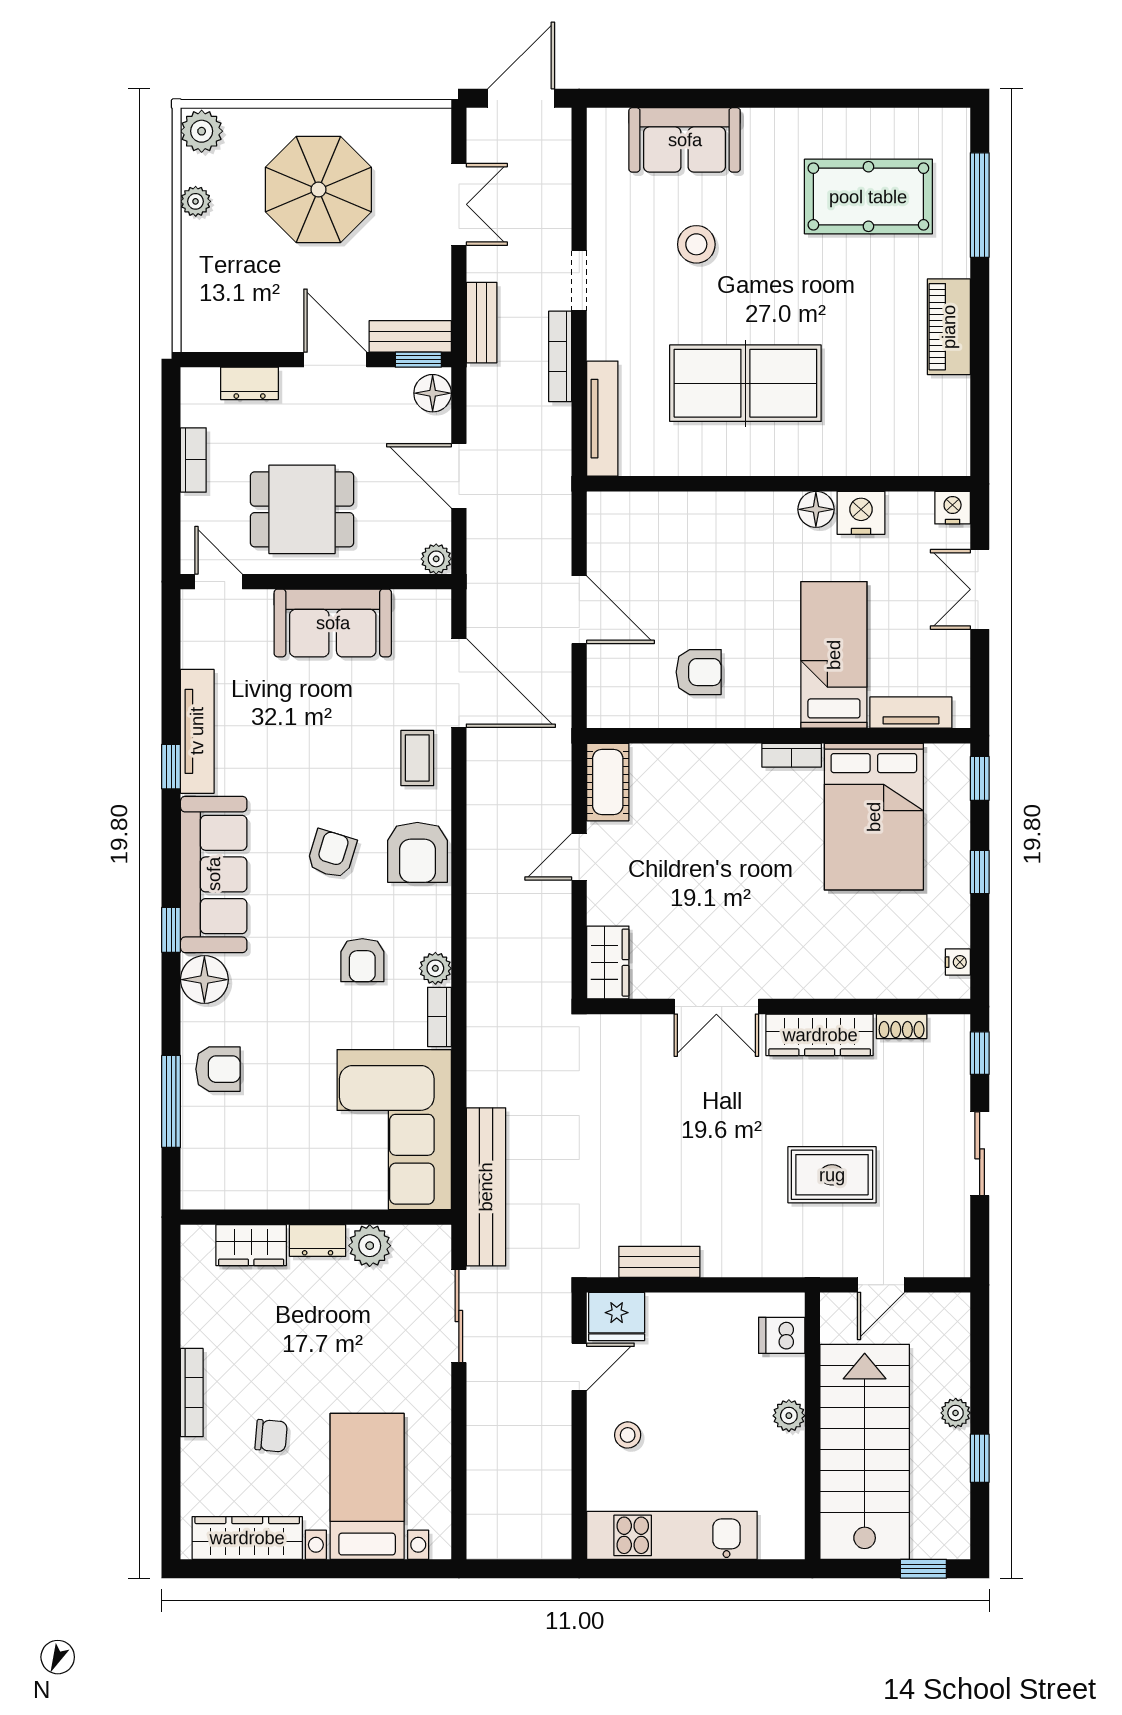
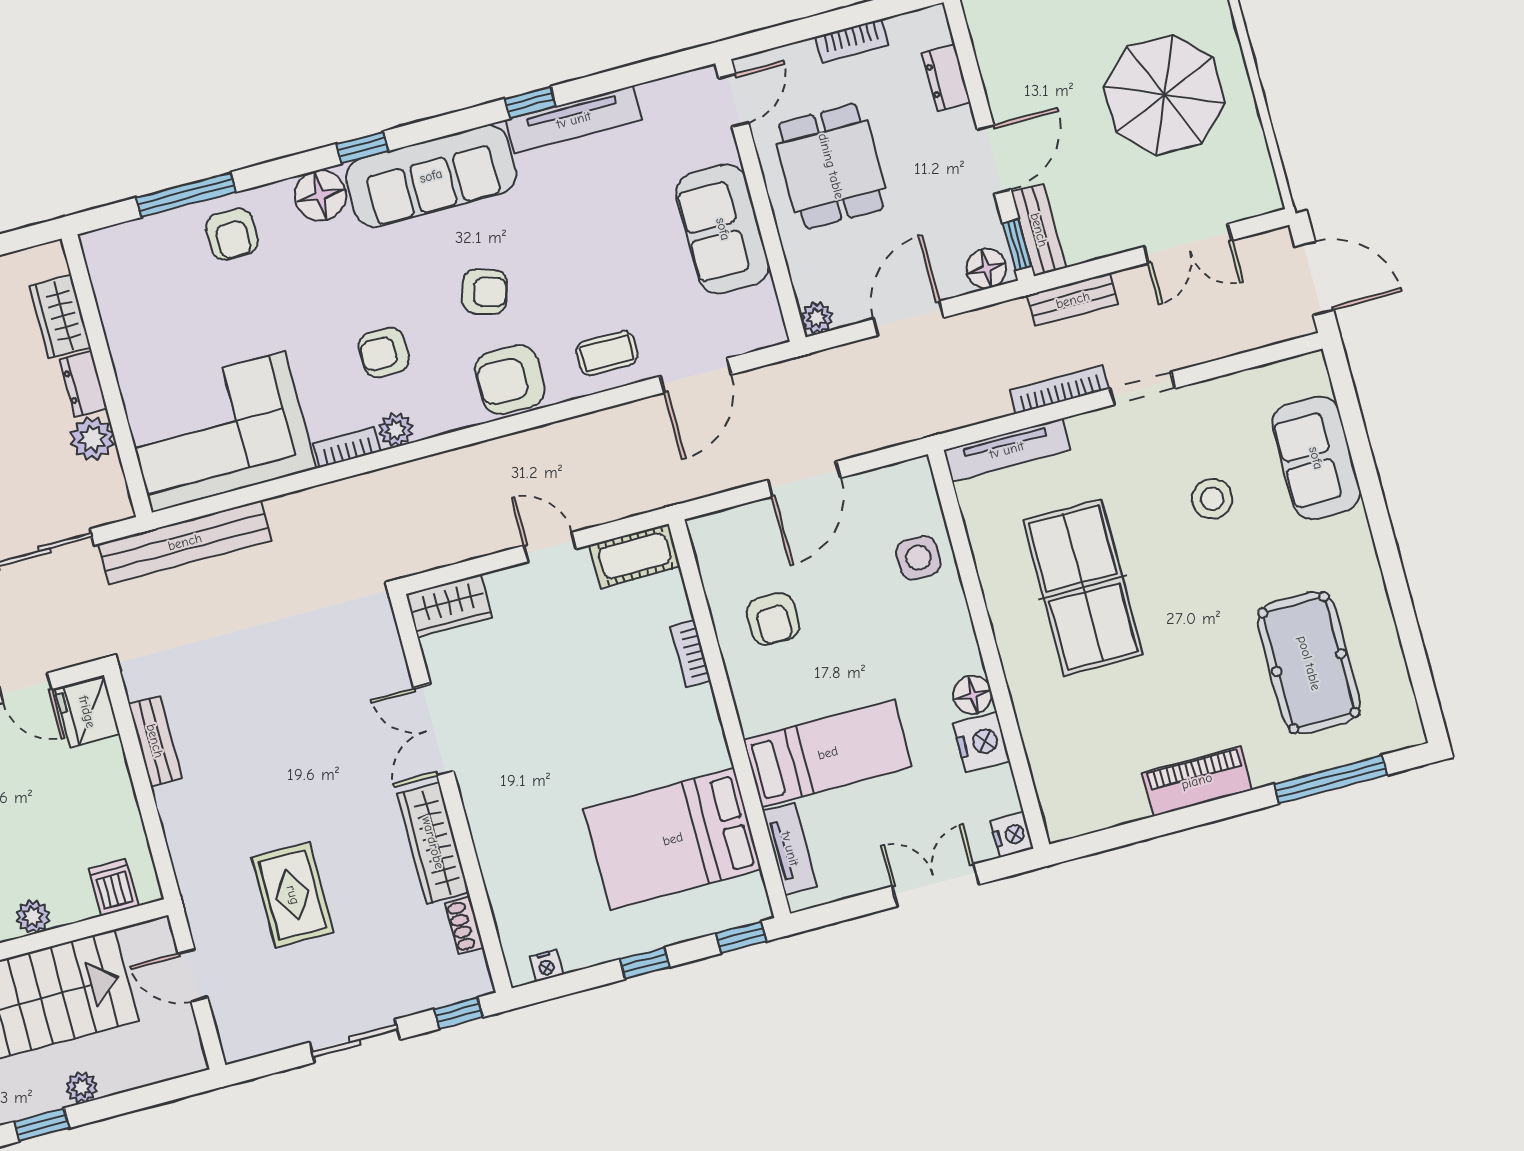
side table: (678, 525) -> (918, 558), added
door: (459, 683) -> (696, 375), width x0.73
bookcase: (792, 755) -> (691, 654), moved

